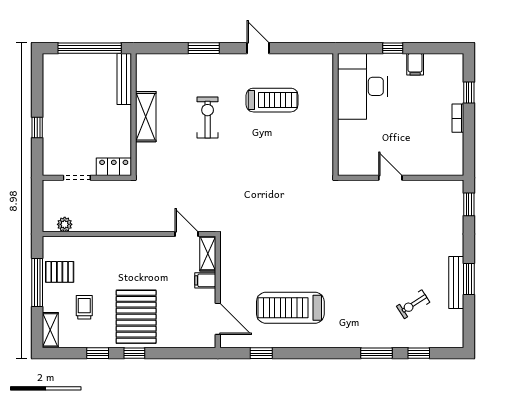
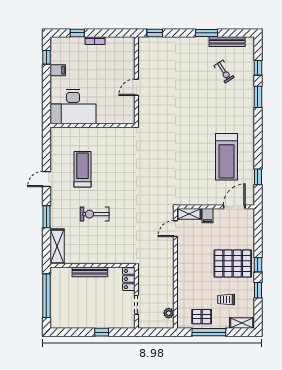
window: (393, 48) -> (46, 57), moved
bench: (124, 79) -> (90, 272), moved
shelving: (146, 117) -> (57, 246), moved, turned 90
pallet: (60, 272) -> (202, 317), turned 90
bench: (456, 283) -> (227, 42), moved

